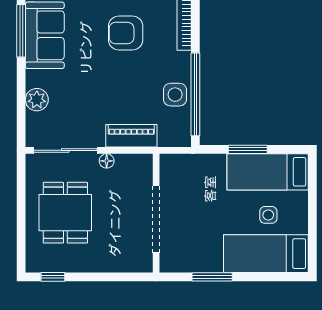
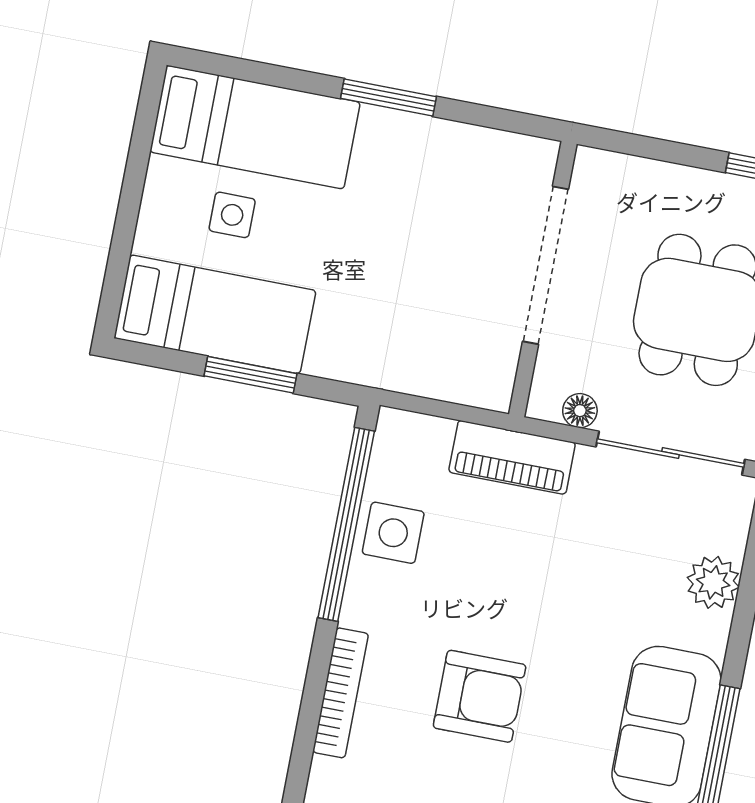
wall: (156, 213) -> (543, 279), moved
doorway: (156, 219) -> (546, 265), moved

